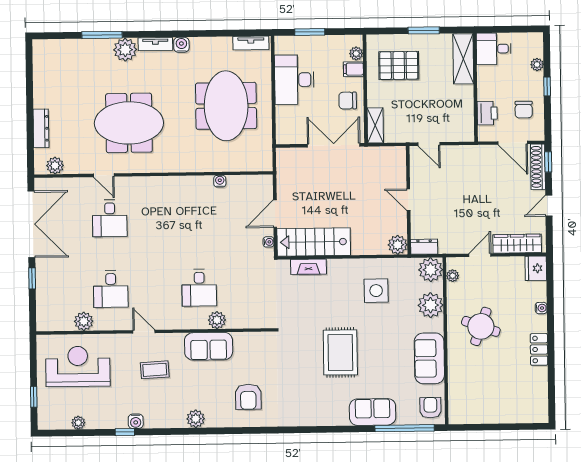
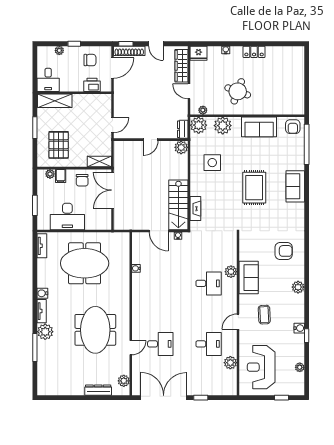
rug: (340, 352) -> (254, 188), turned 90
armchair: (430, 408) -> (293, 127), turned -90
sofa: (373, 412) -> (295, 186), moved

